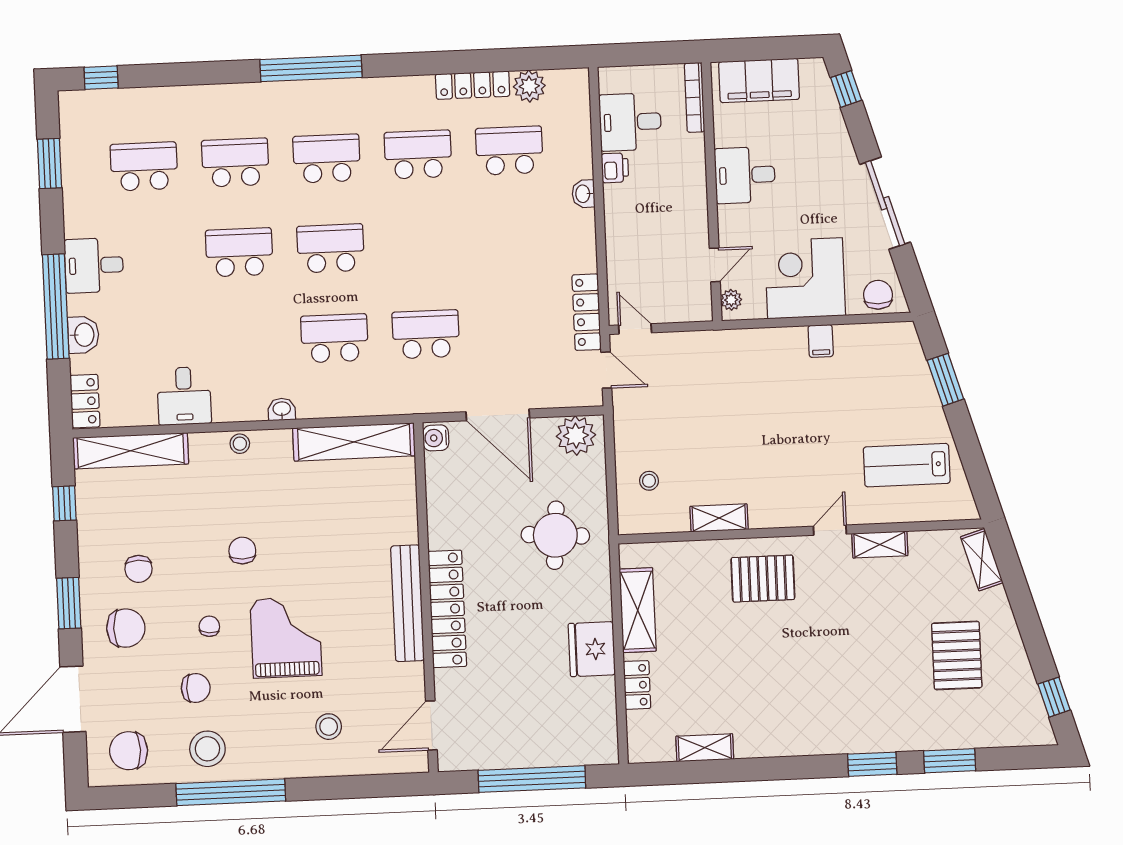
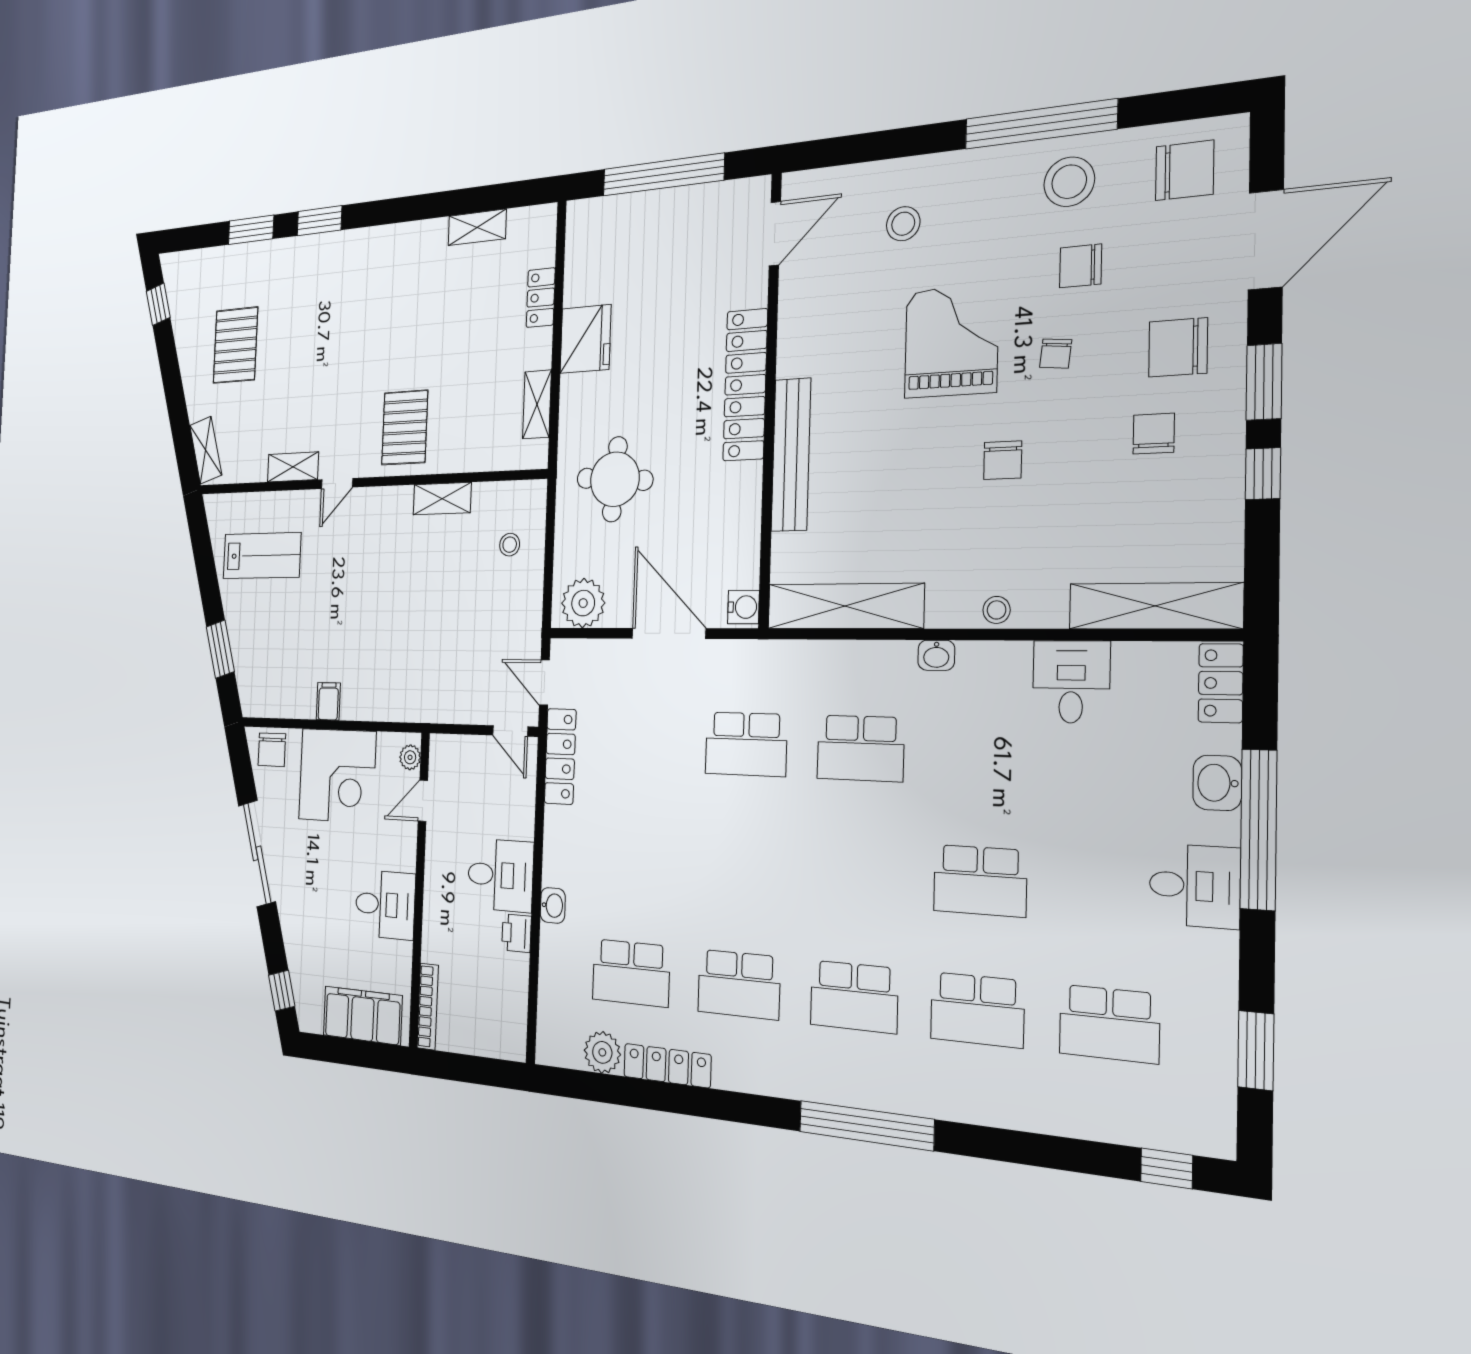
desk: (630, 122) -> (500, 875), moved
school desk: (331, 248) -> (857, 872), removed
window: (64, 503) -> (1263, 474), moved
pallet: (763, 579) -> (405, 427), turned 90
bench: (408, 603) -> (791, 455), moved
shelving: (638, 610) -> (537, 404), width x0.67, depth x0.75
grand piano: (286, 637) -> (951, 341), turned 180

